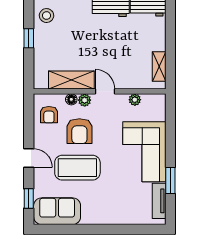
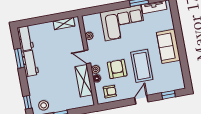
door: (105, 91) -> (87, 57), hinge flipped
armchair: (79, 131) -> (117, 69), turned -90
sofa: (57, 211) -> (168, 46), moved

